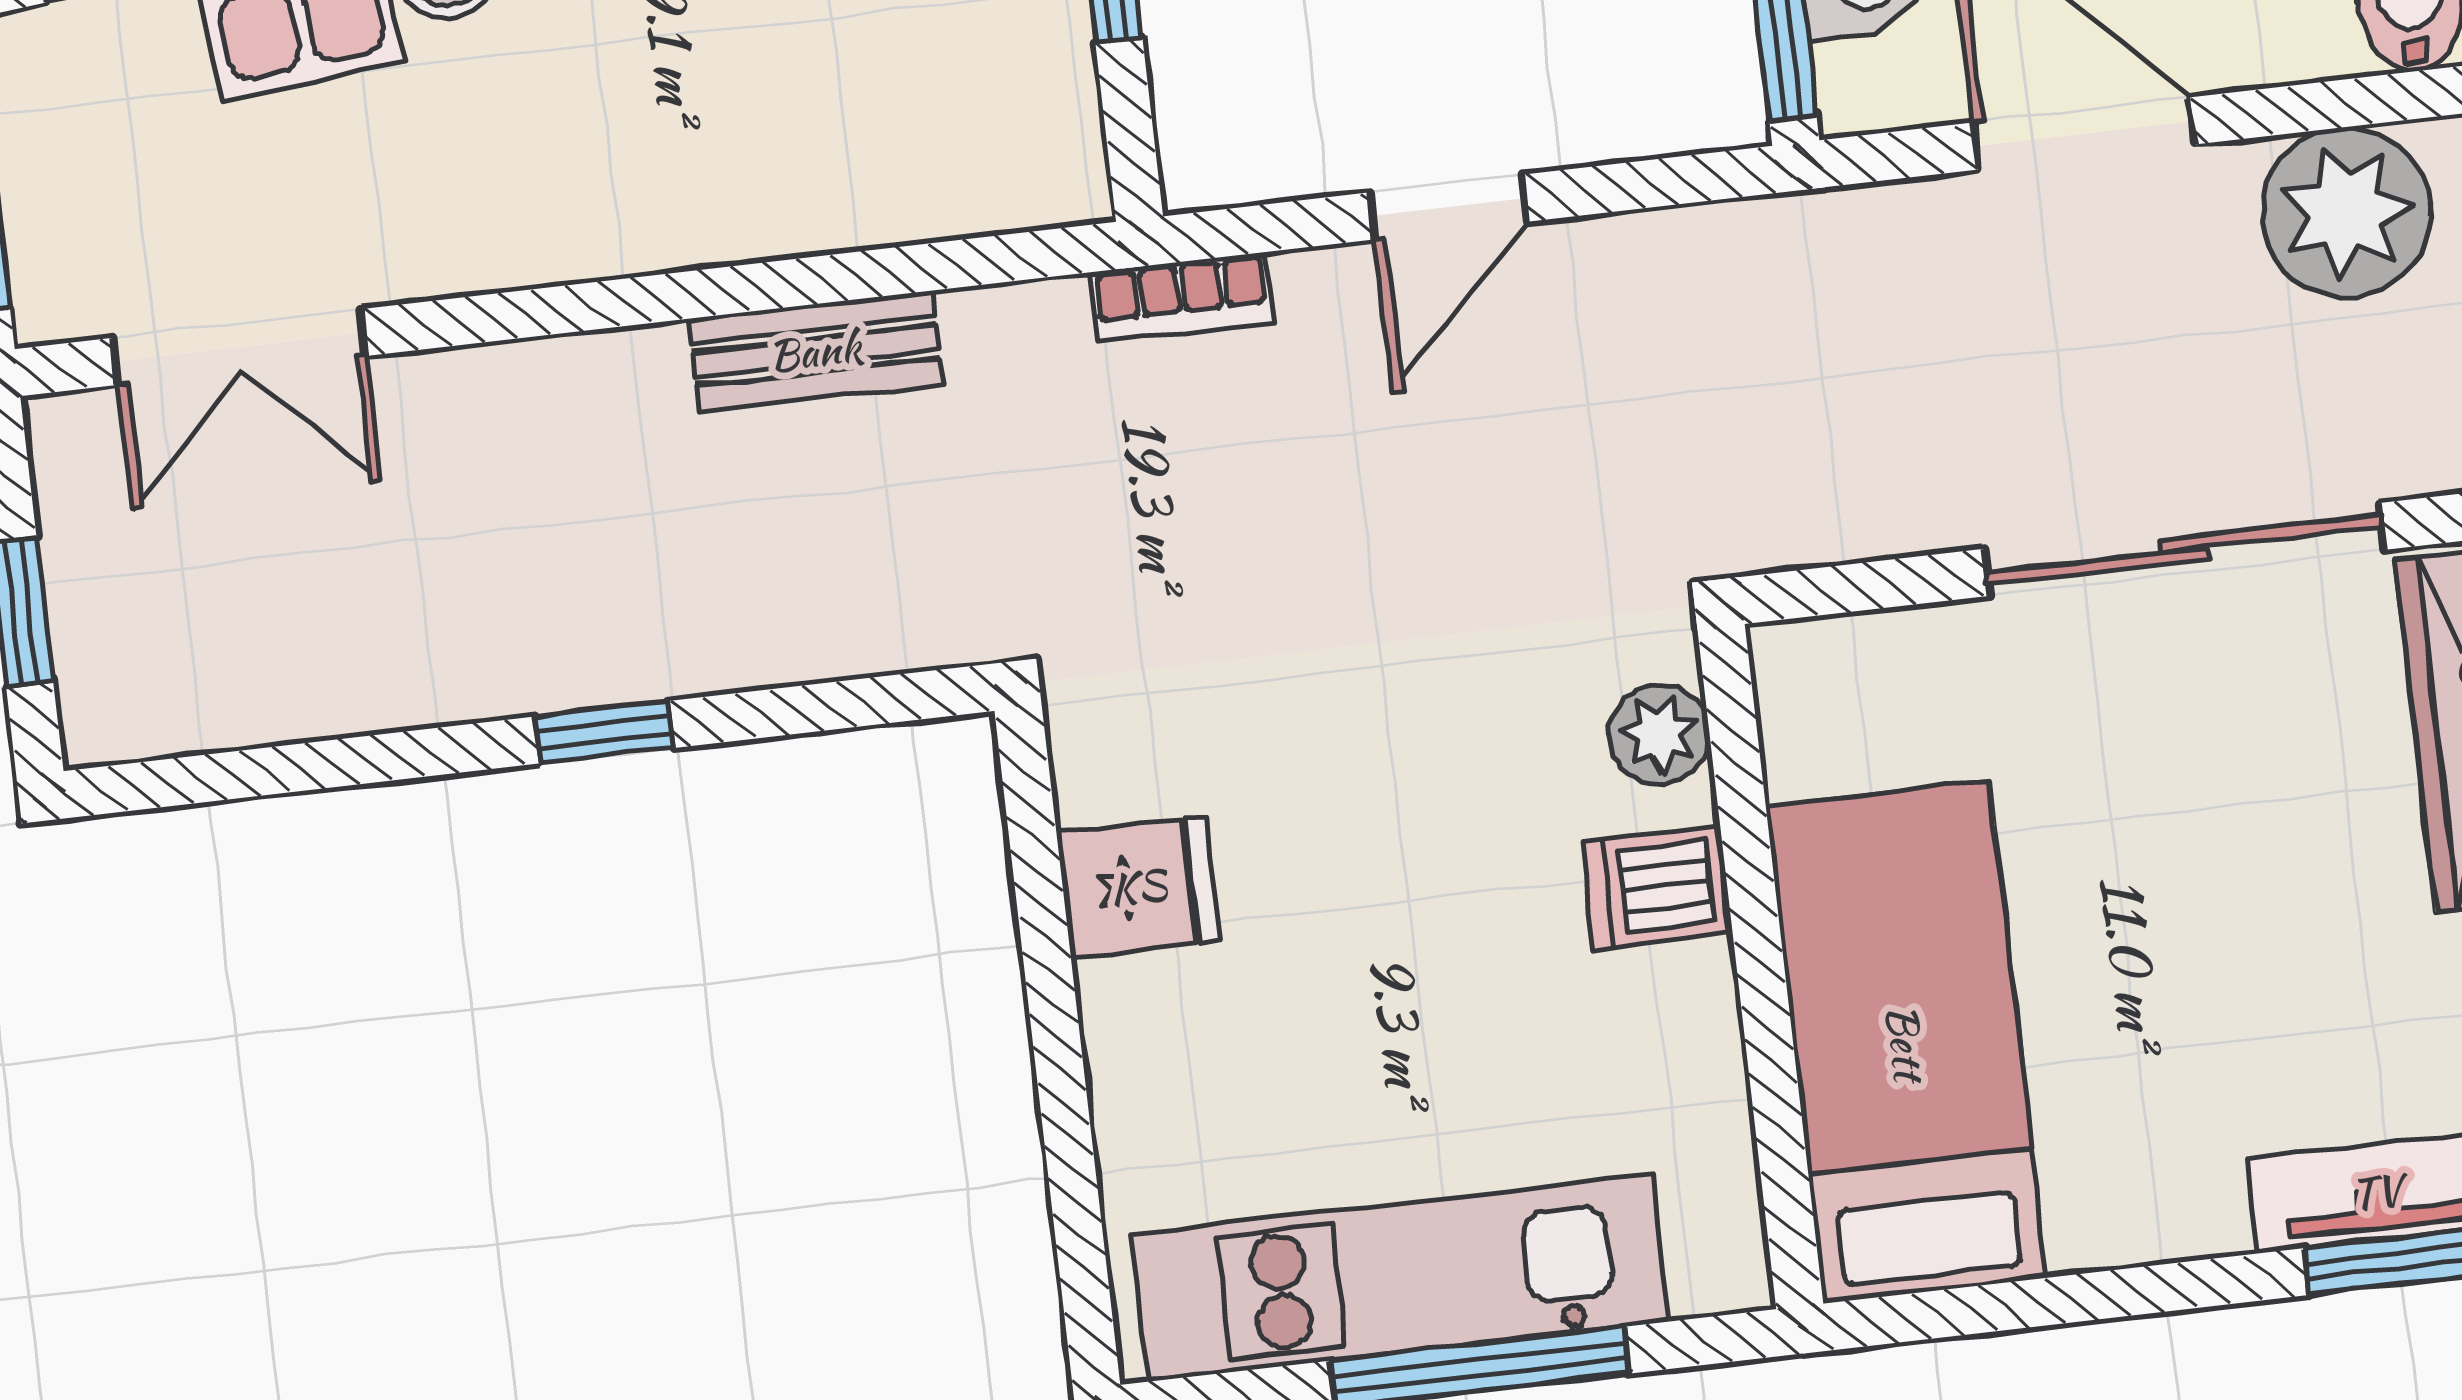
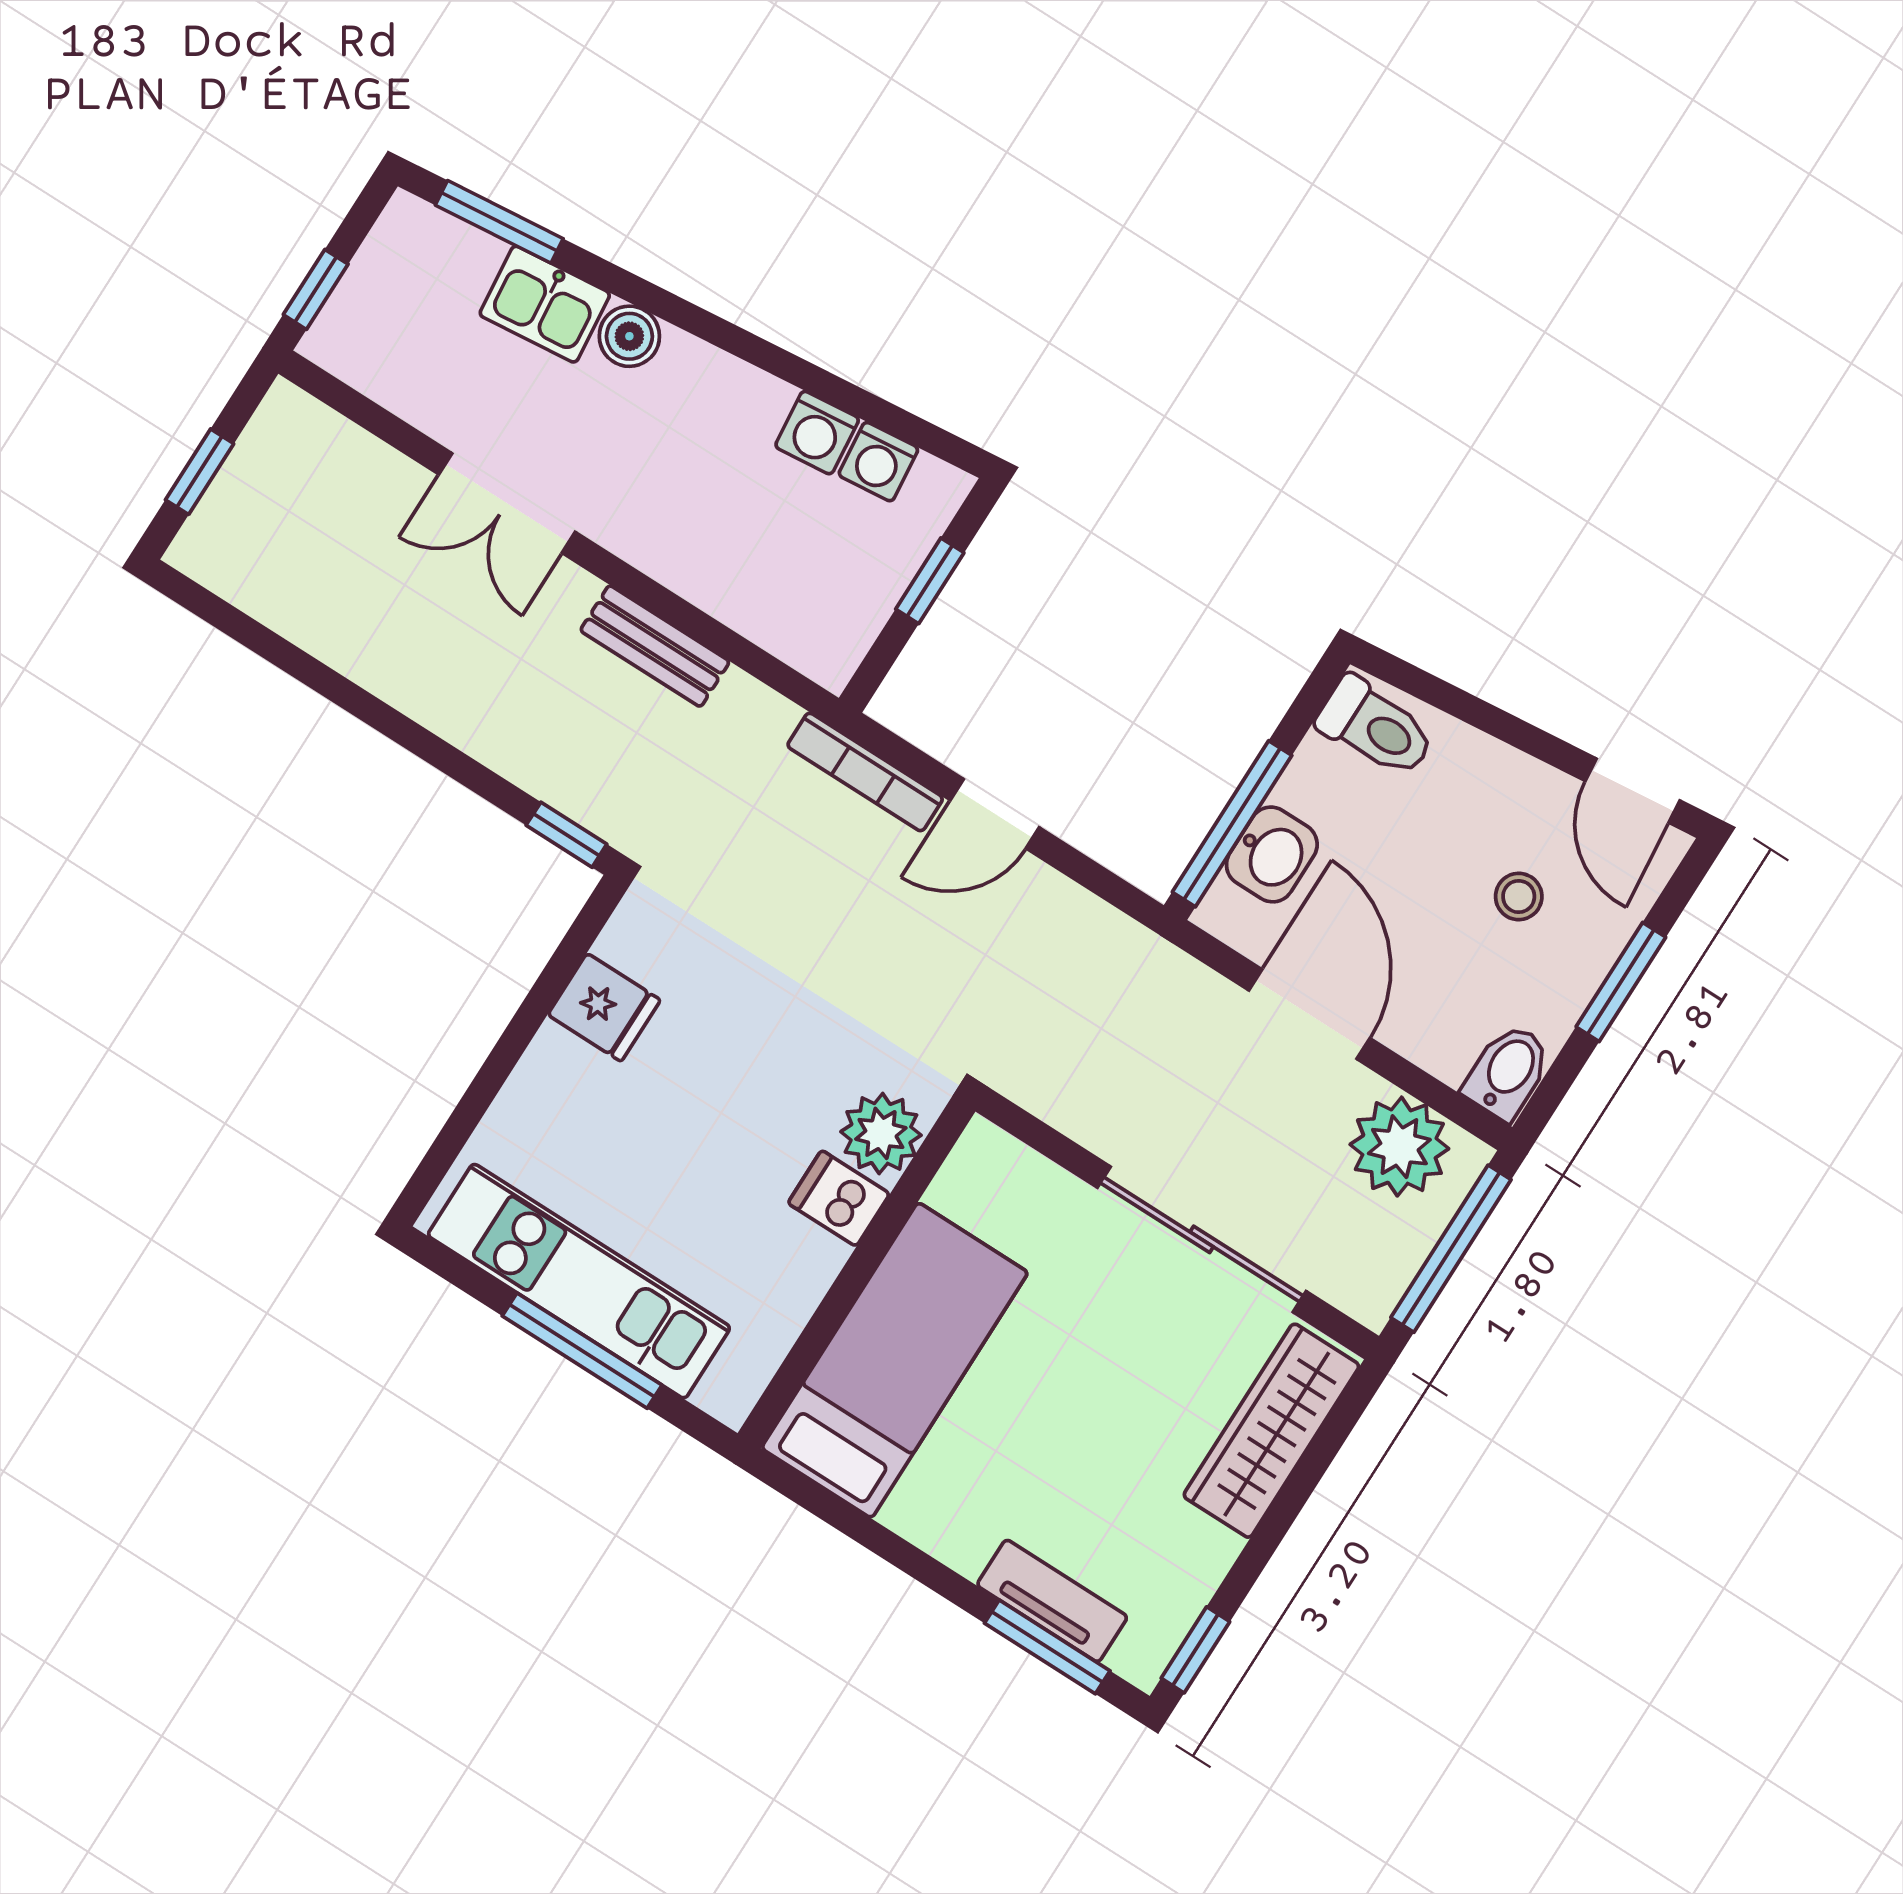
bookcase: (1182, 297) -> (865, 772), width x1.56
double door: (240, 347) -> (507, 503), moved
window: (604, 732) -> (566, 835), moved
plant: (1659, 734) -> (881, 1133), width x1.38, depth x1.38

